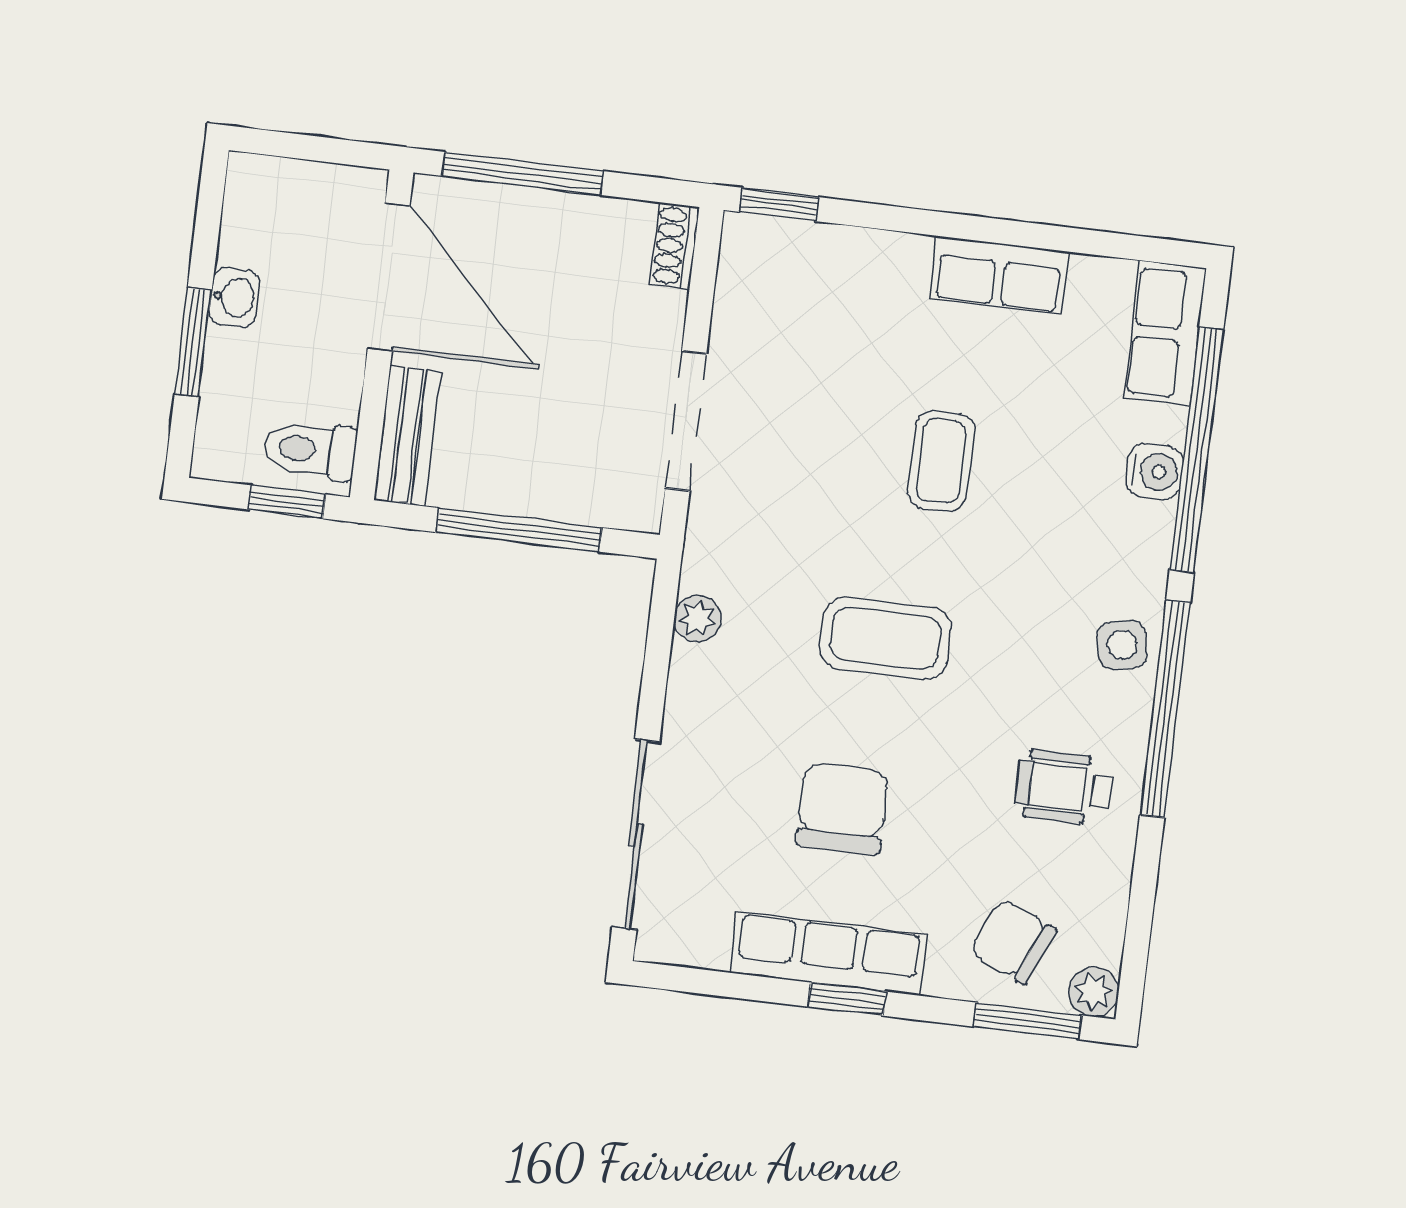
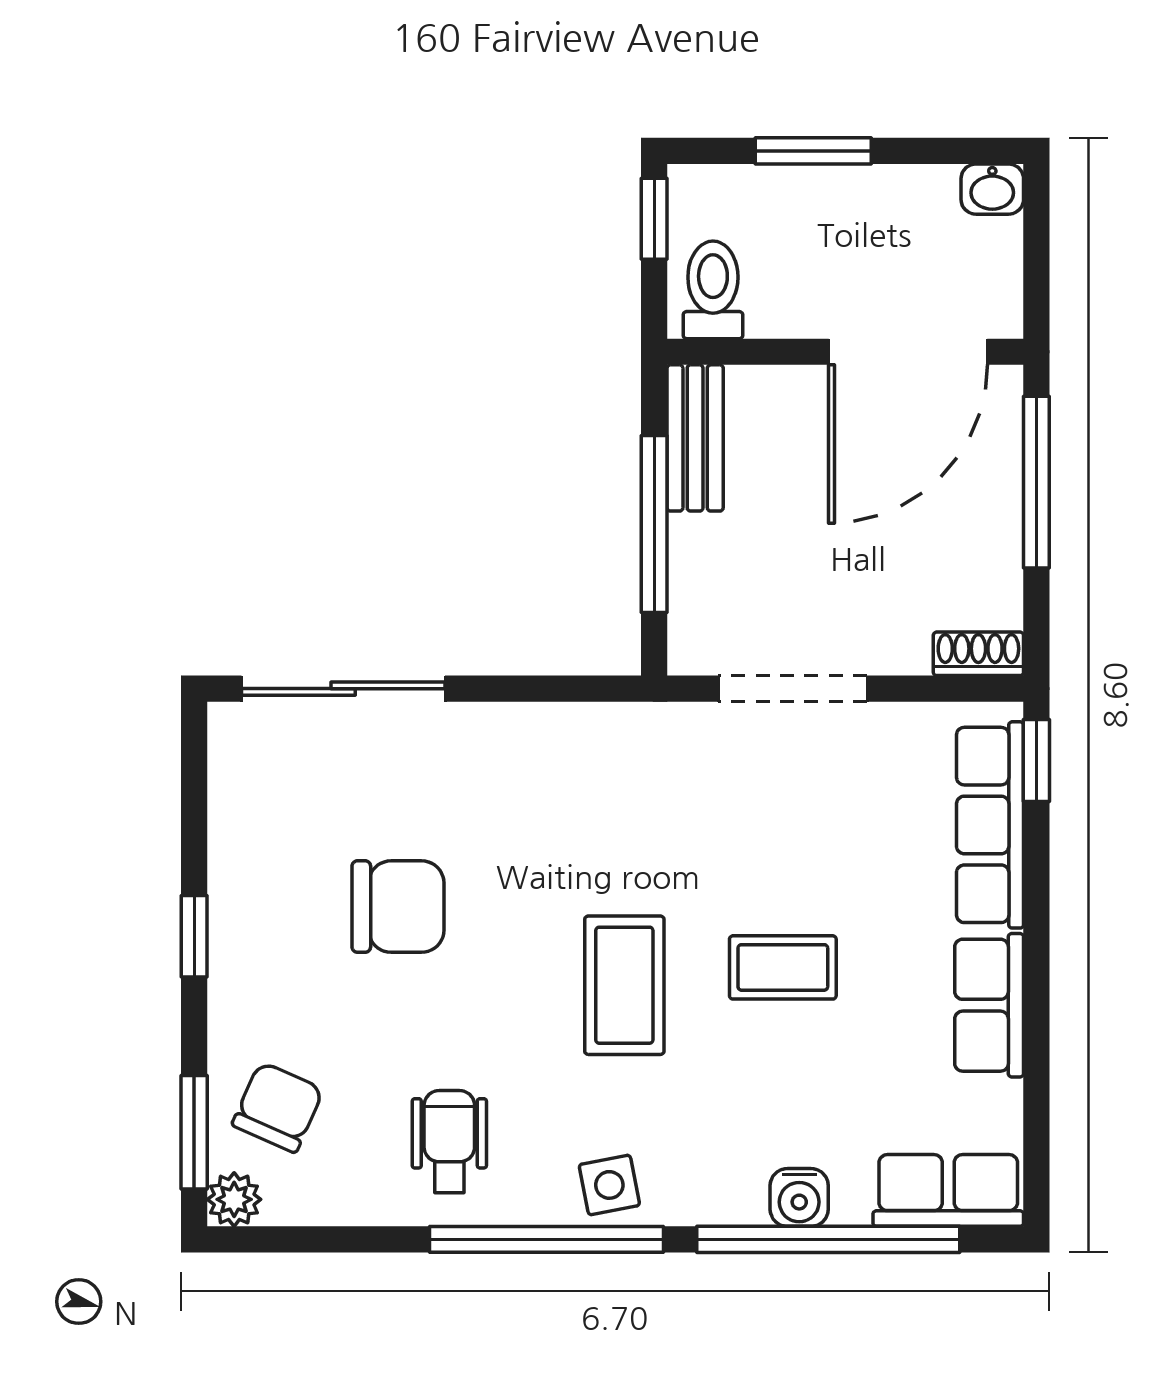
washbasin: (234, 297) -> (992, 189), moved
bench: (408, 436) -> (695, 438), moved, turned 90
window: (287, 502) -> (654, 219), moved
plant: (698, 618) -> (582, 727), removed
coffee table: (886, 638) -> (624, 985), moved
row of seats: (828, 954) -> (990, 825), moved, turned 180

